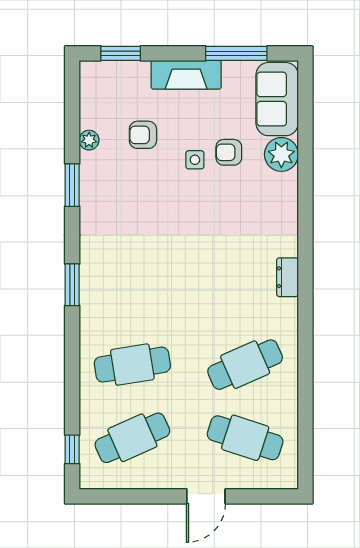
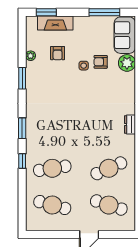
fireplace: (186, 75) -> (55, 23), moved
armchair: (143, 135) -> (58, 53), turned -90
cafe table: (132, 438) -> (52, 205), turned 39
window: (72, 449) -> (22, 161), moved

